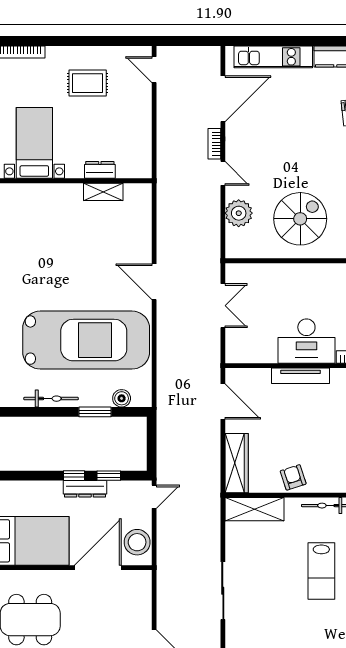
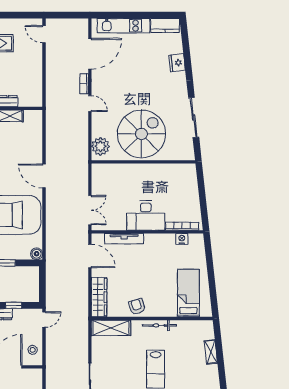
plant: (239, 213) -> (100, 146), moved
spiral stairs: (300, 219) -> (141, 134), width x1.37, depth x1.37
double door: (223, 306) -> (90, 210), moved
tv unit: (300, 376) -> (124, 239), moved
boiler: (122, 398) -> (37, 254), moved
stool: (137, 542) -> (33, 350), width x0.53, depth x0.53

